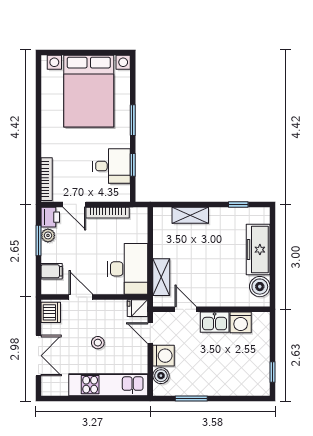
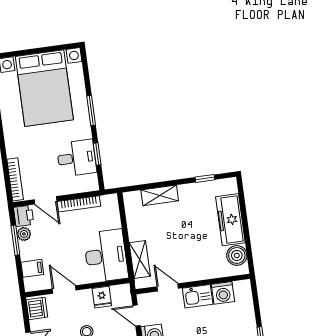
fridge: (138, 308) -> (102, 297), moved, turned -90

